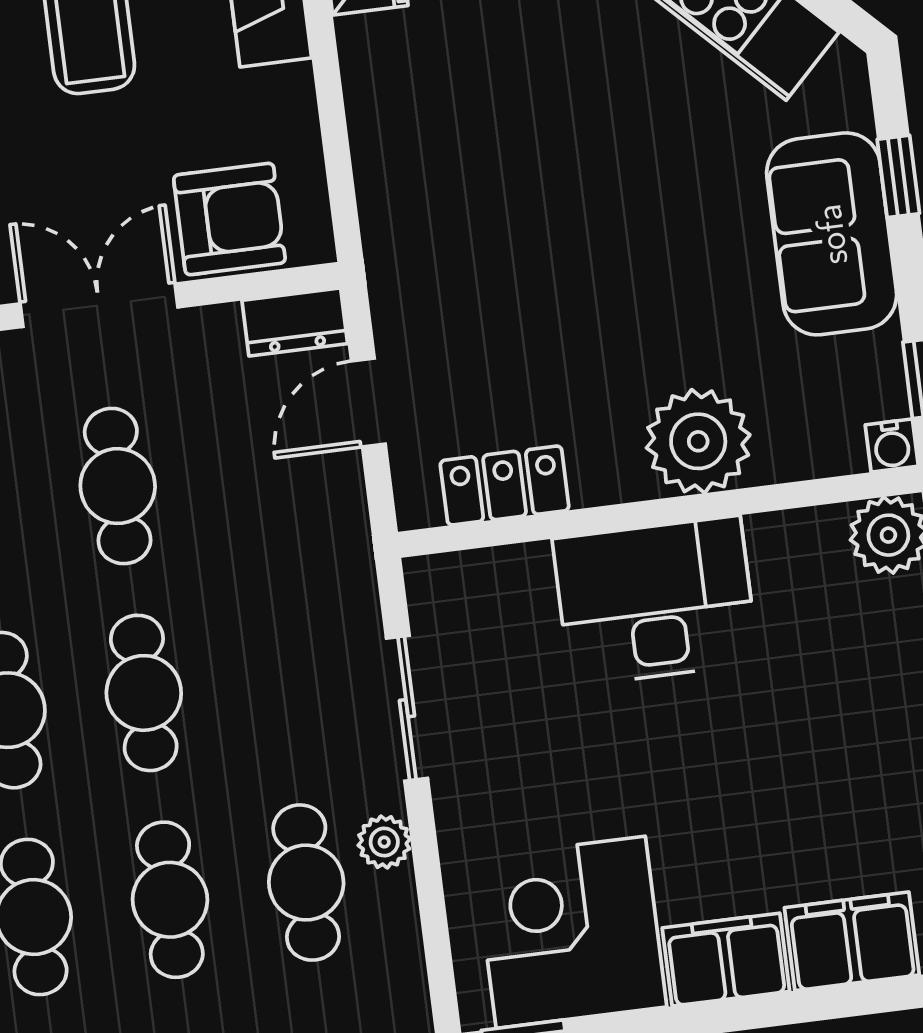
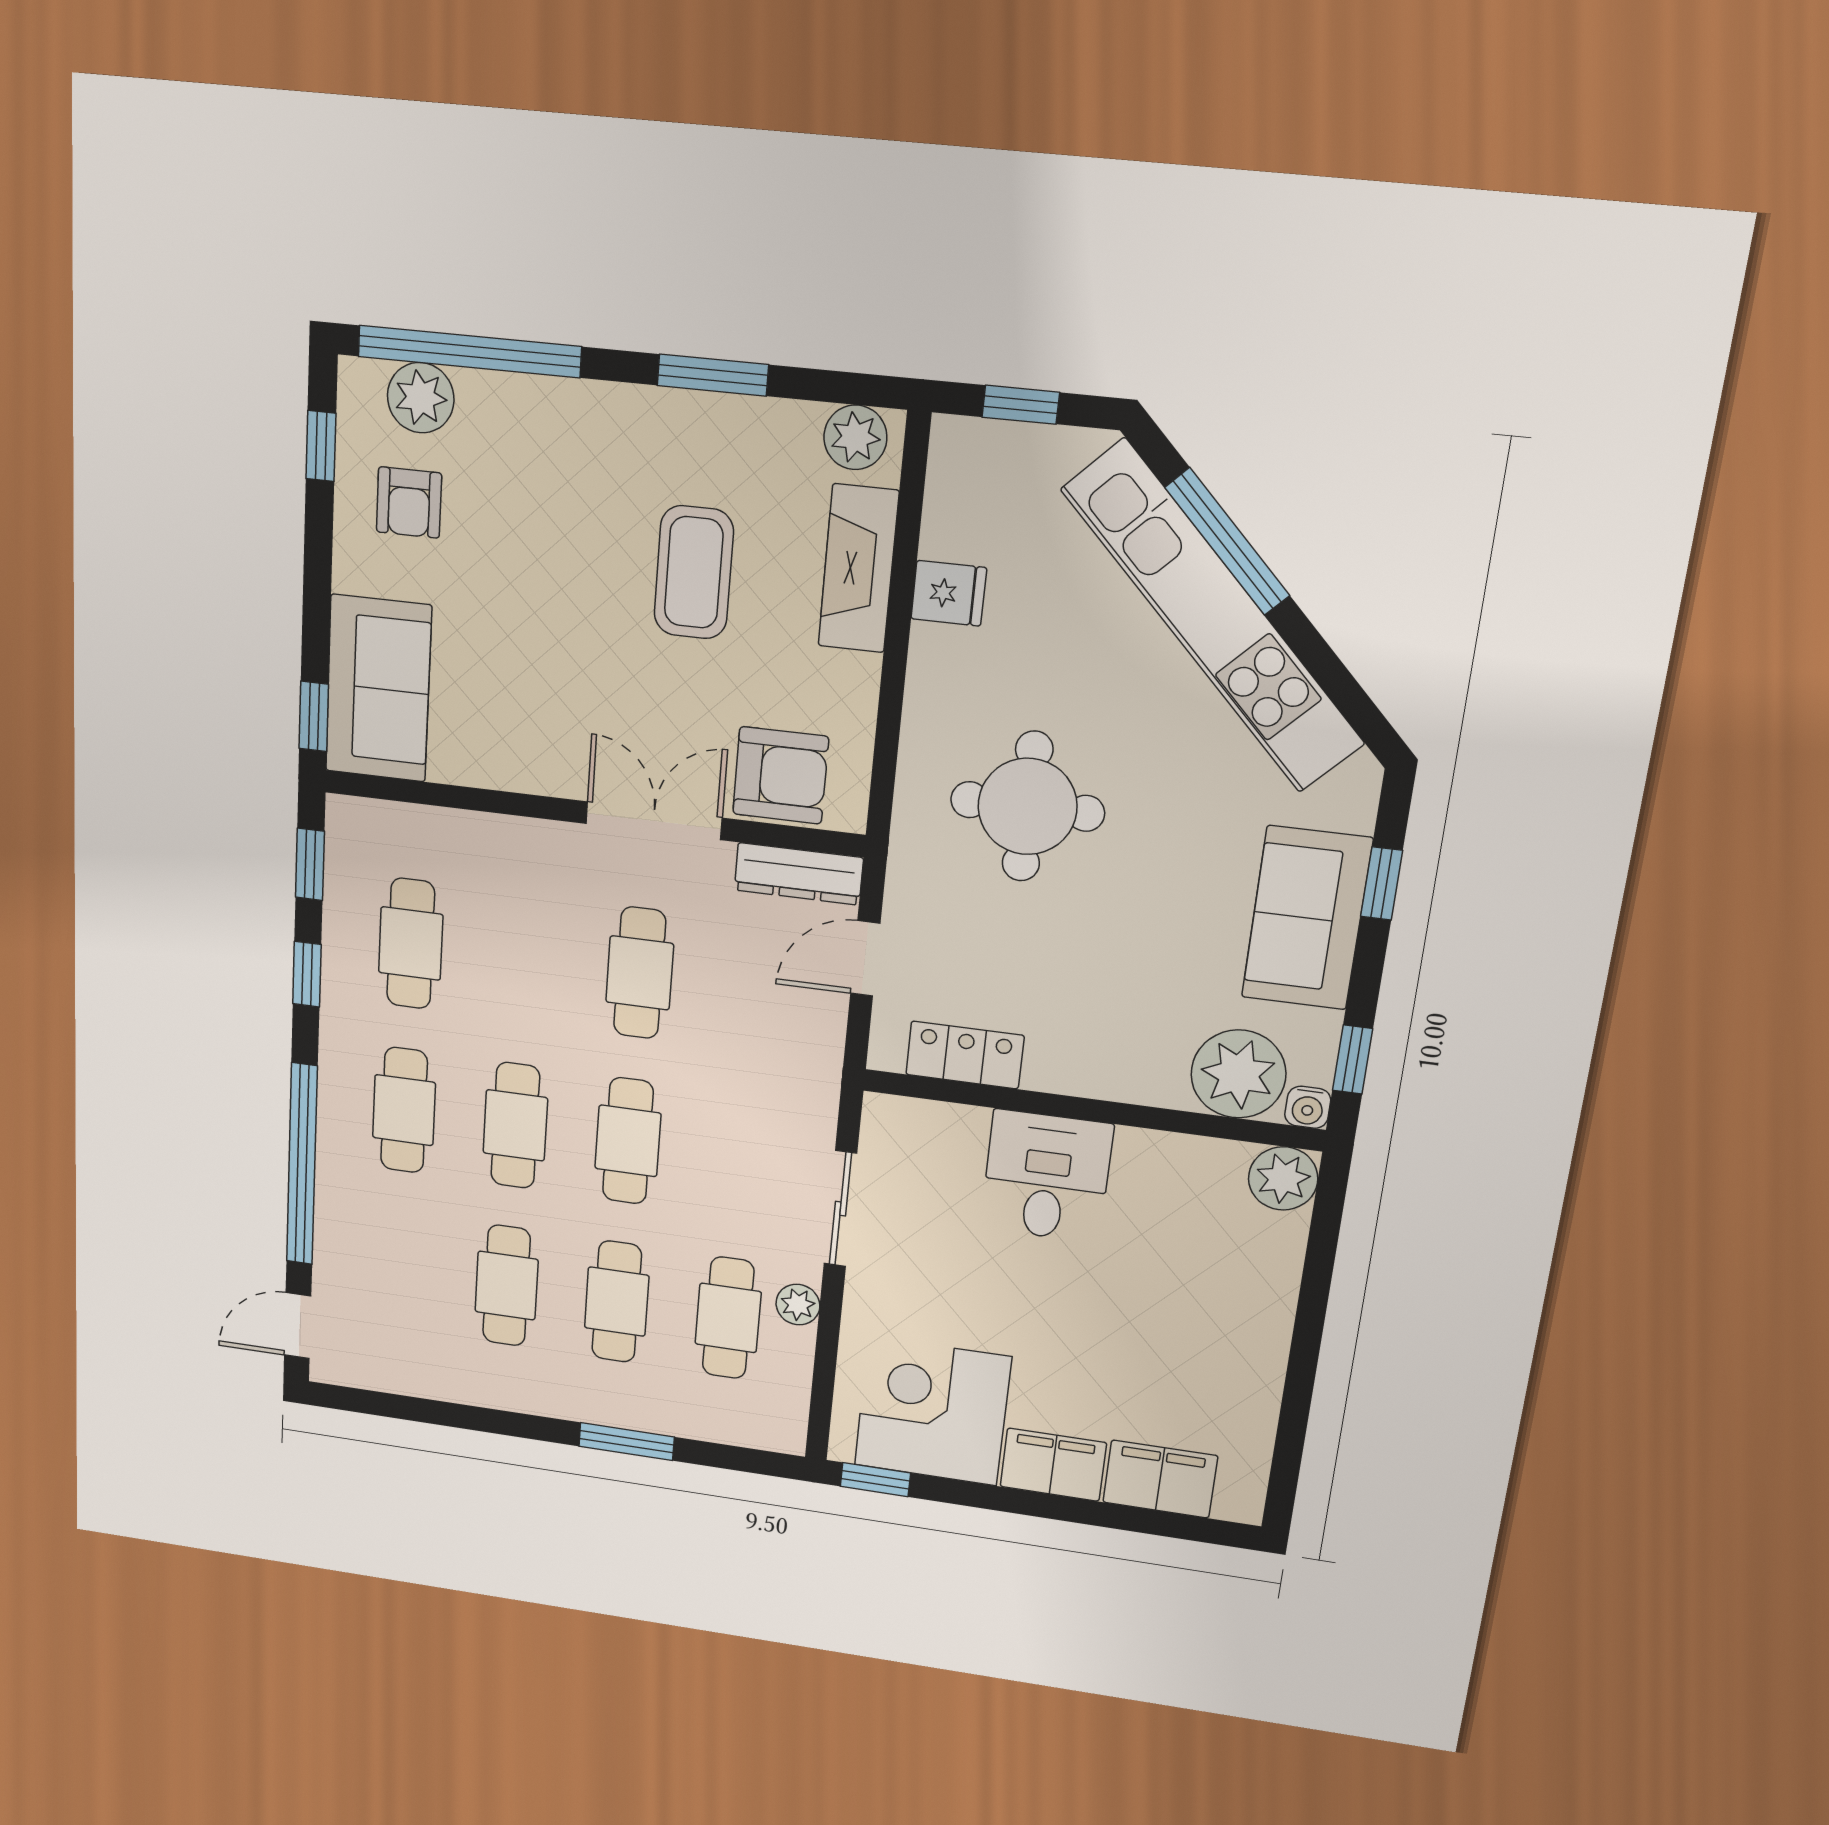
round table: (505, 187) -> (1028, 806), added
dresser: (295, 322) -> (799, 874), width x1.44
plant: (698, 441) -> (1238, 1074), moved
desk: (655, 601) -> (1047, 1176), width x0.73

